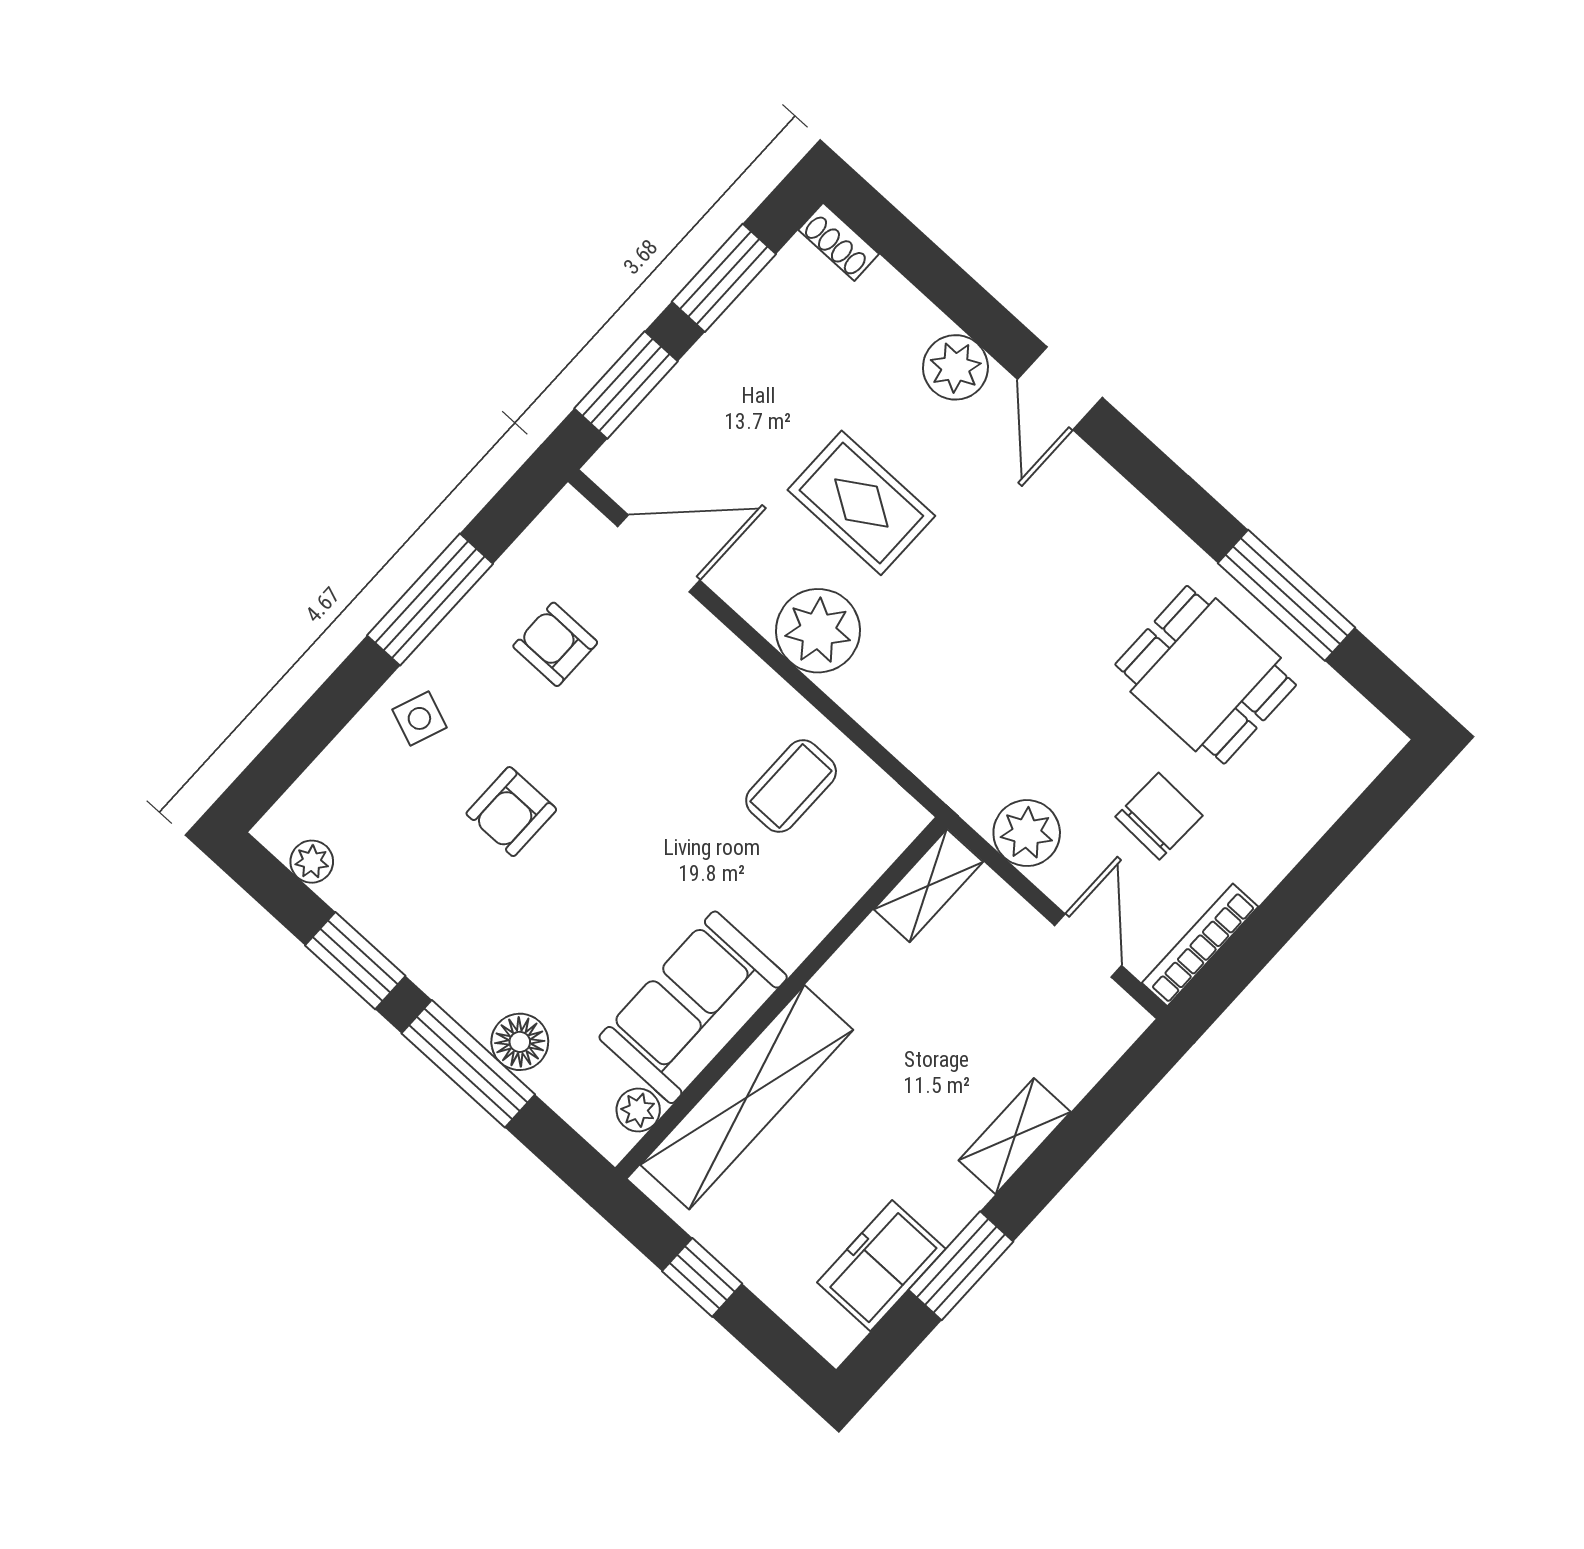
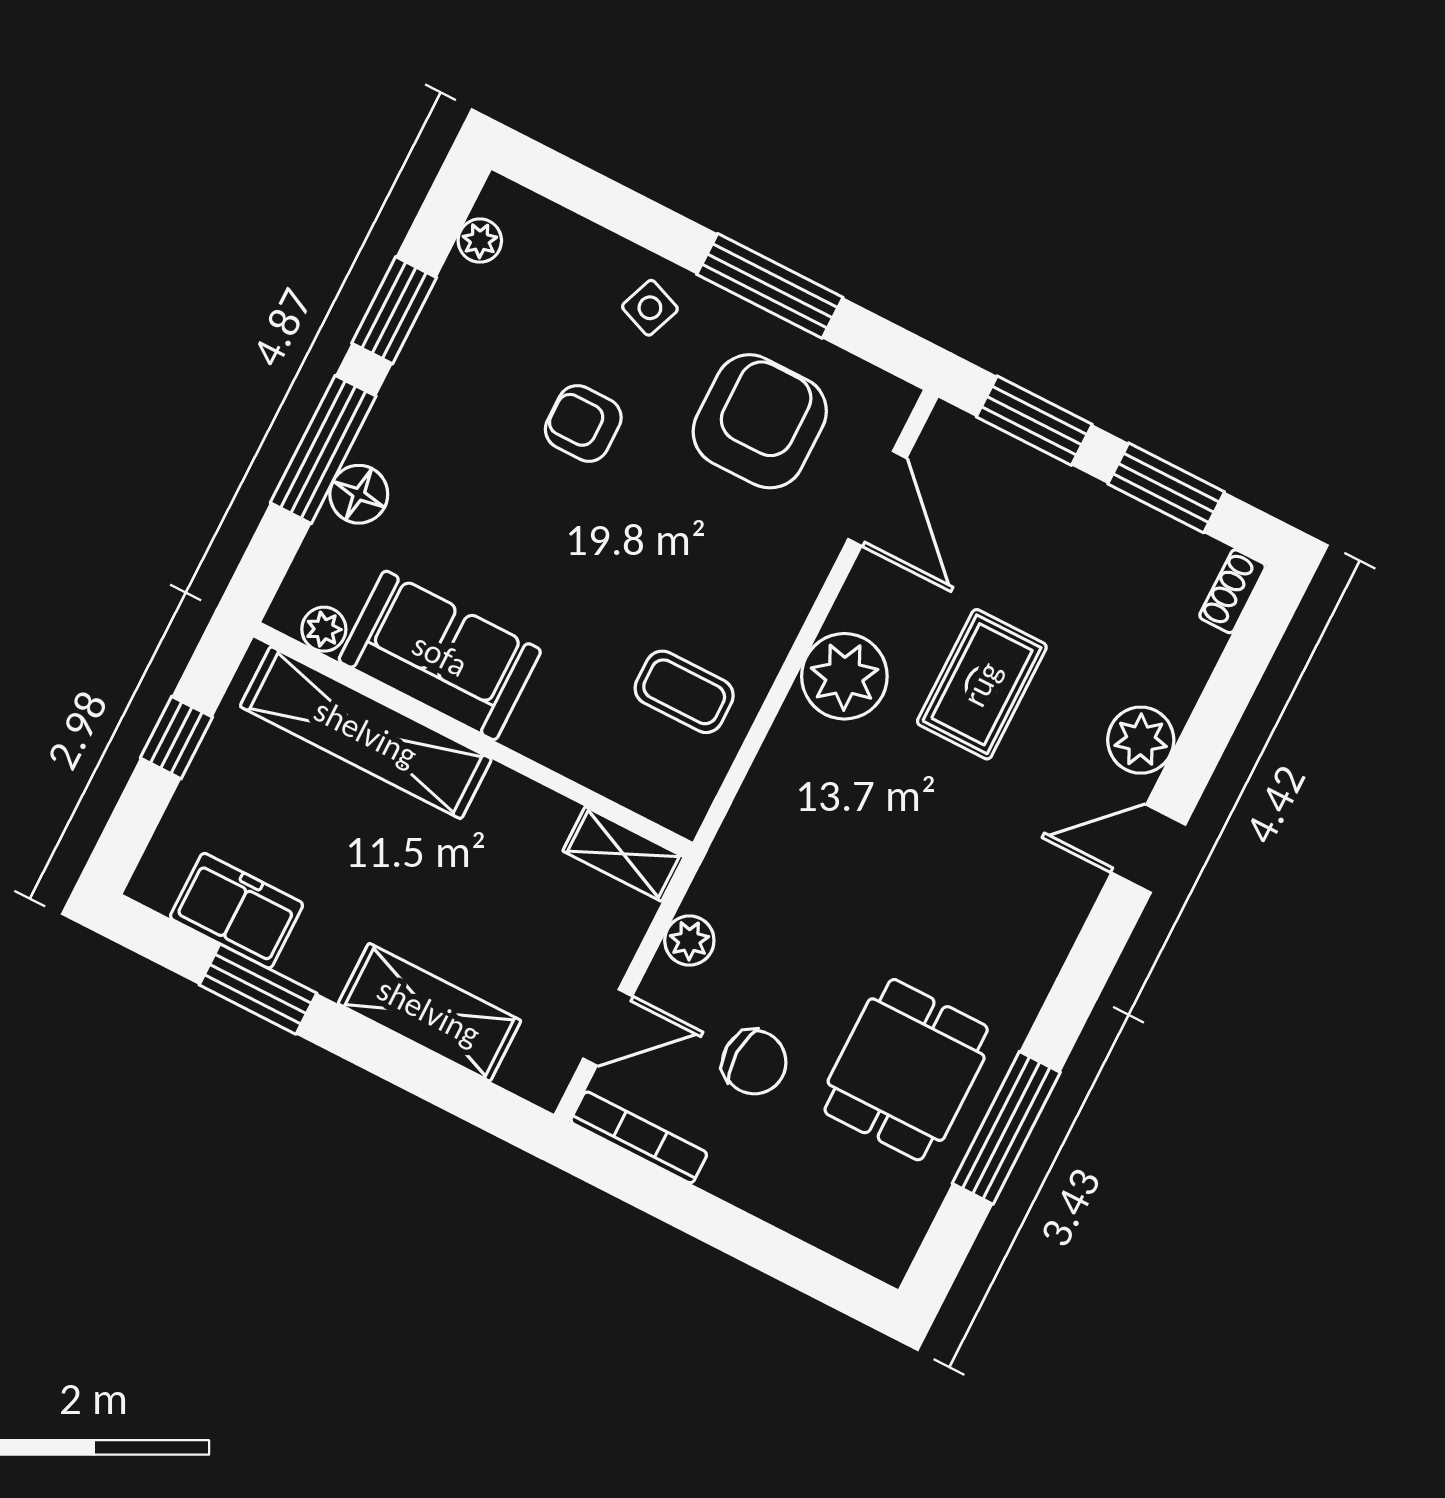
armchair: (555, 644) -> (760, 421), width x1.88, depth x1.88
plant: (1027, 833) -> (689, 941), width x0.73, depth x0.73
shelving: (1015, 1136) -> (429, 1012), width x1.50, depth x1.33

